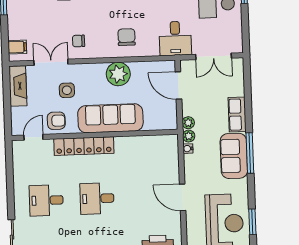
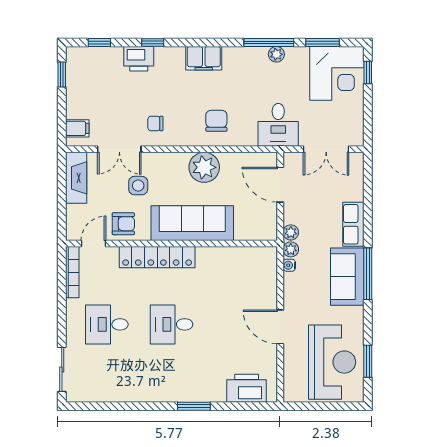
double door: (51, 62) -> (119, 149), swing flipped
bookcase: (17, 160) -> (72, 272), added

